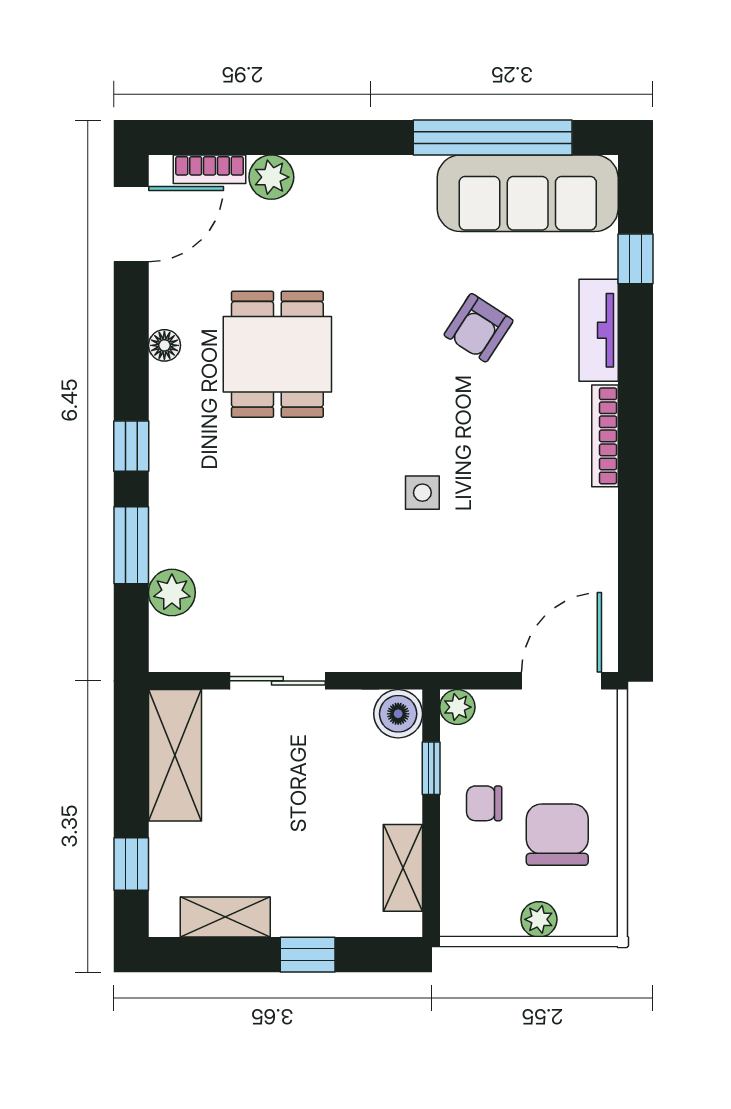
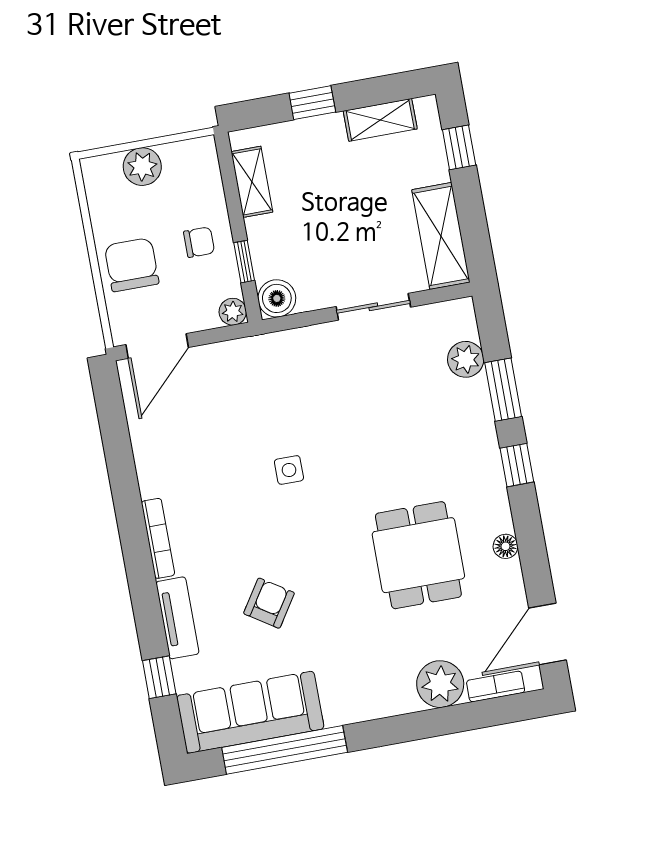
plant: (271, 177) -> (440, 684), width x1.36, depth x1.36
chair: (557, 835) -> (132, 265), moved, turned 180
plant: (539, 919) -> (142, 167), width x1.38, depth x1.38

